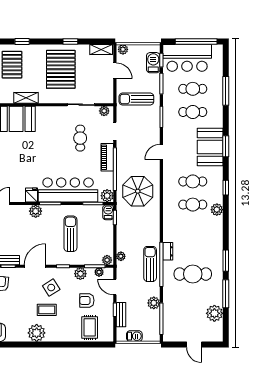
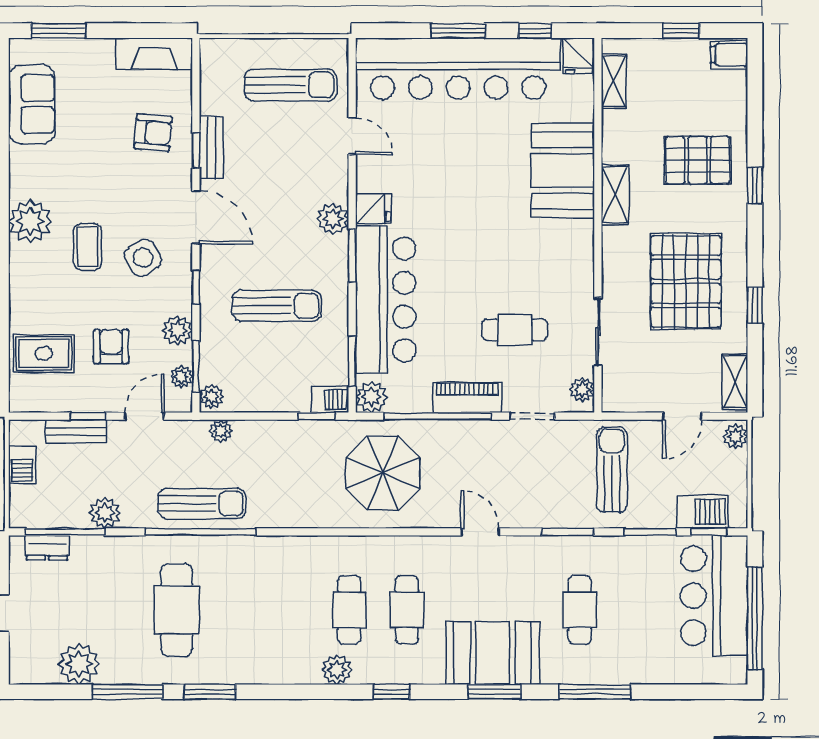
pallet: (61, 69) -> (686, 281), turned 90
cafe table: (193, 89) -> (637, 610), removed
window: (226, 91) -> (595, 692), moved
dresser: (168, 251) -> (47, 548), moved

